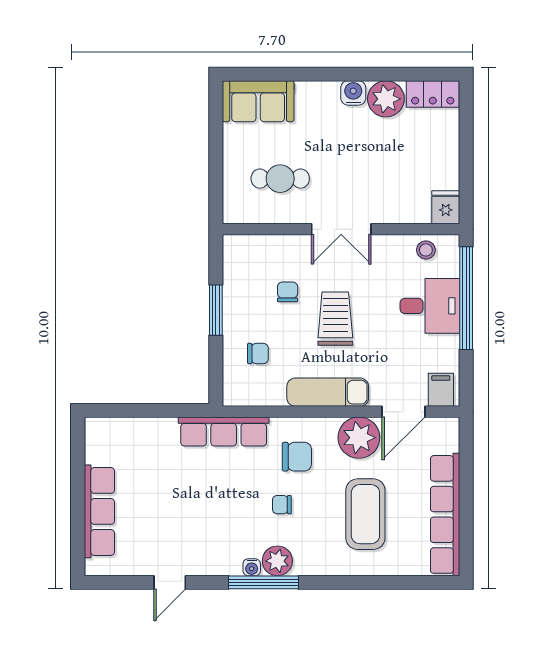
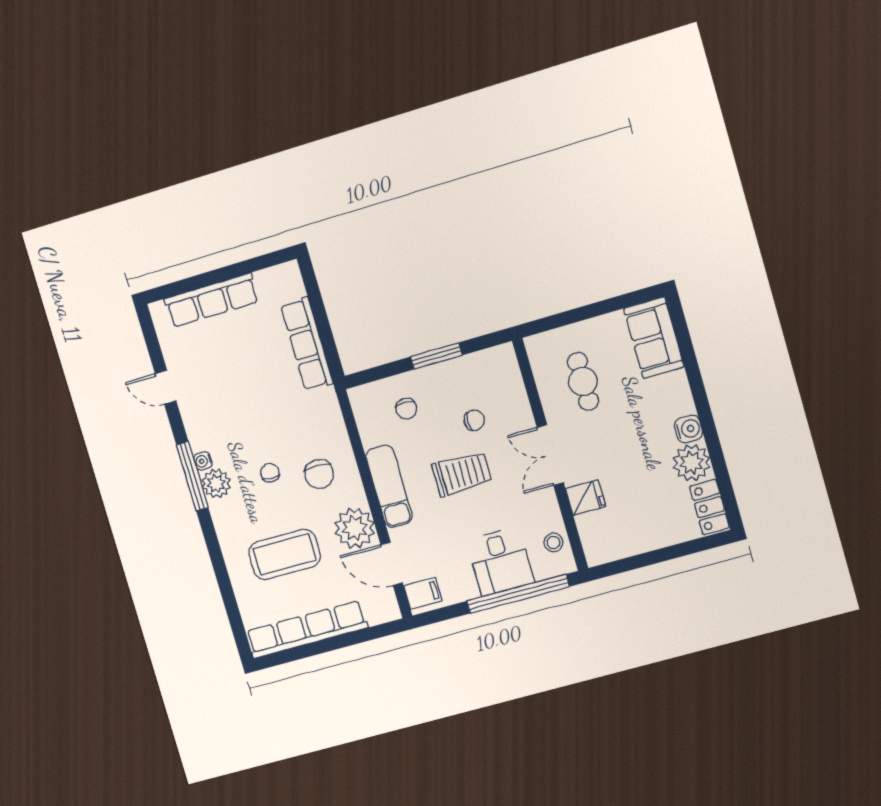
fridge: (446, 207) -> (586, 498), moved
row of seats: (224, 431) -> (307, 344), moved

